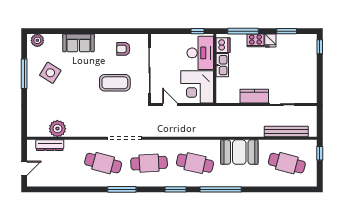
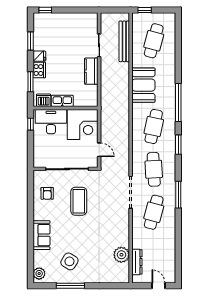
window: (243, 31) -> (31, 82), width x0.69
door: (170, 105) -> (99, 150), swing flipped

